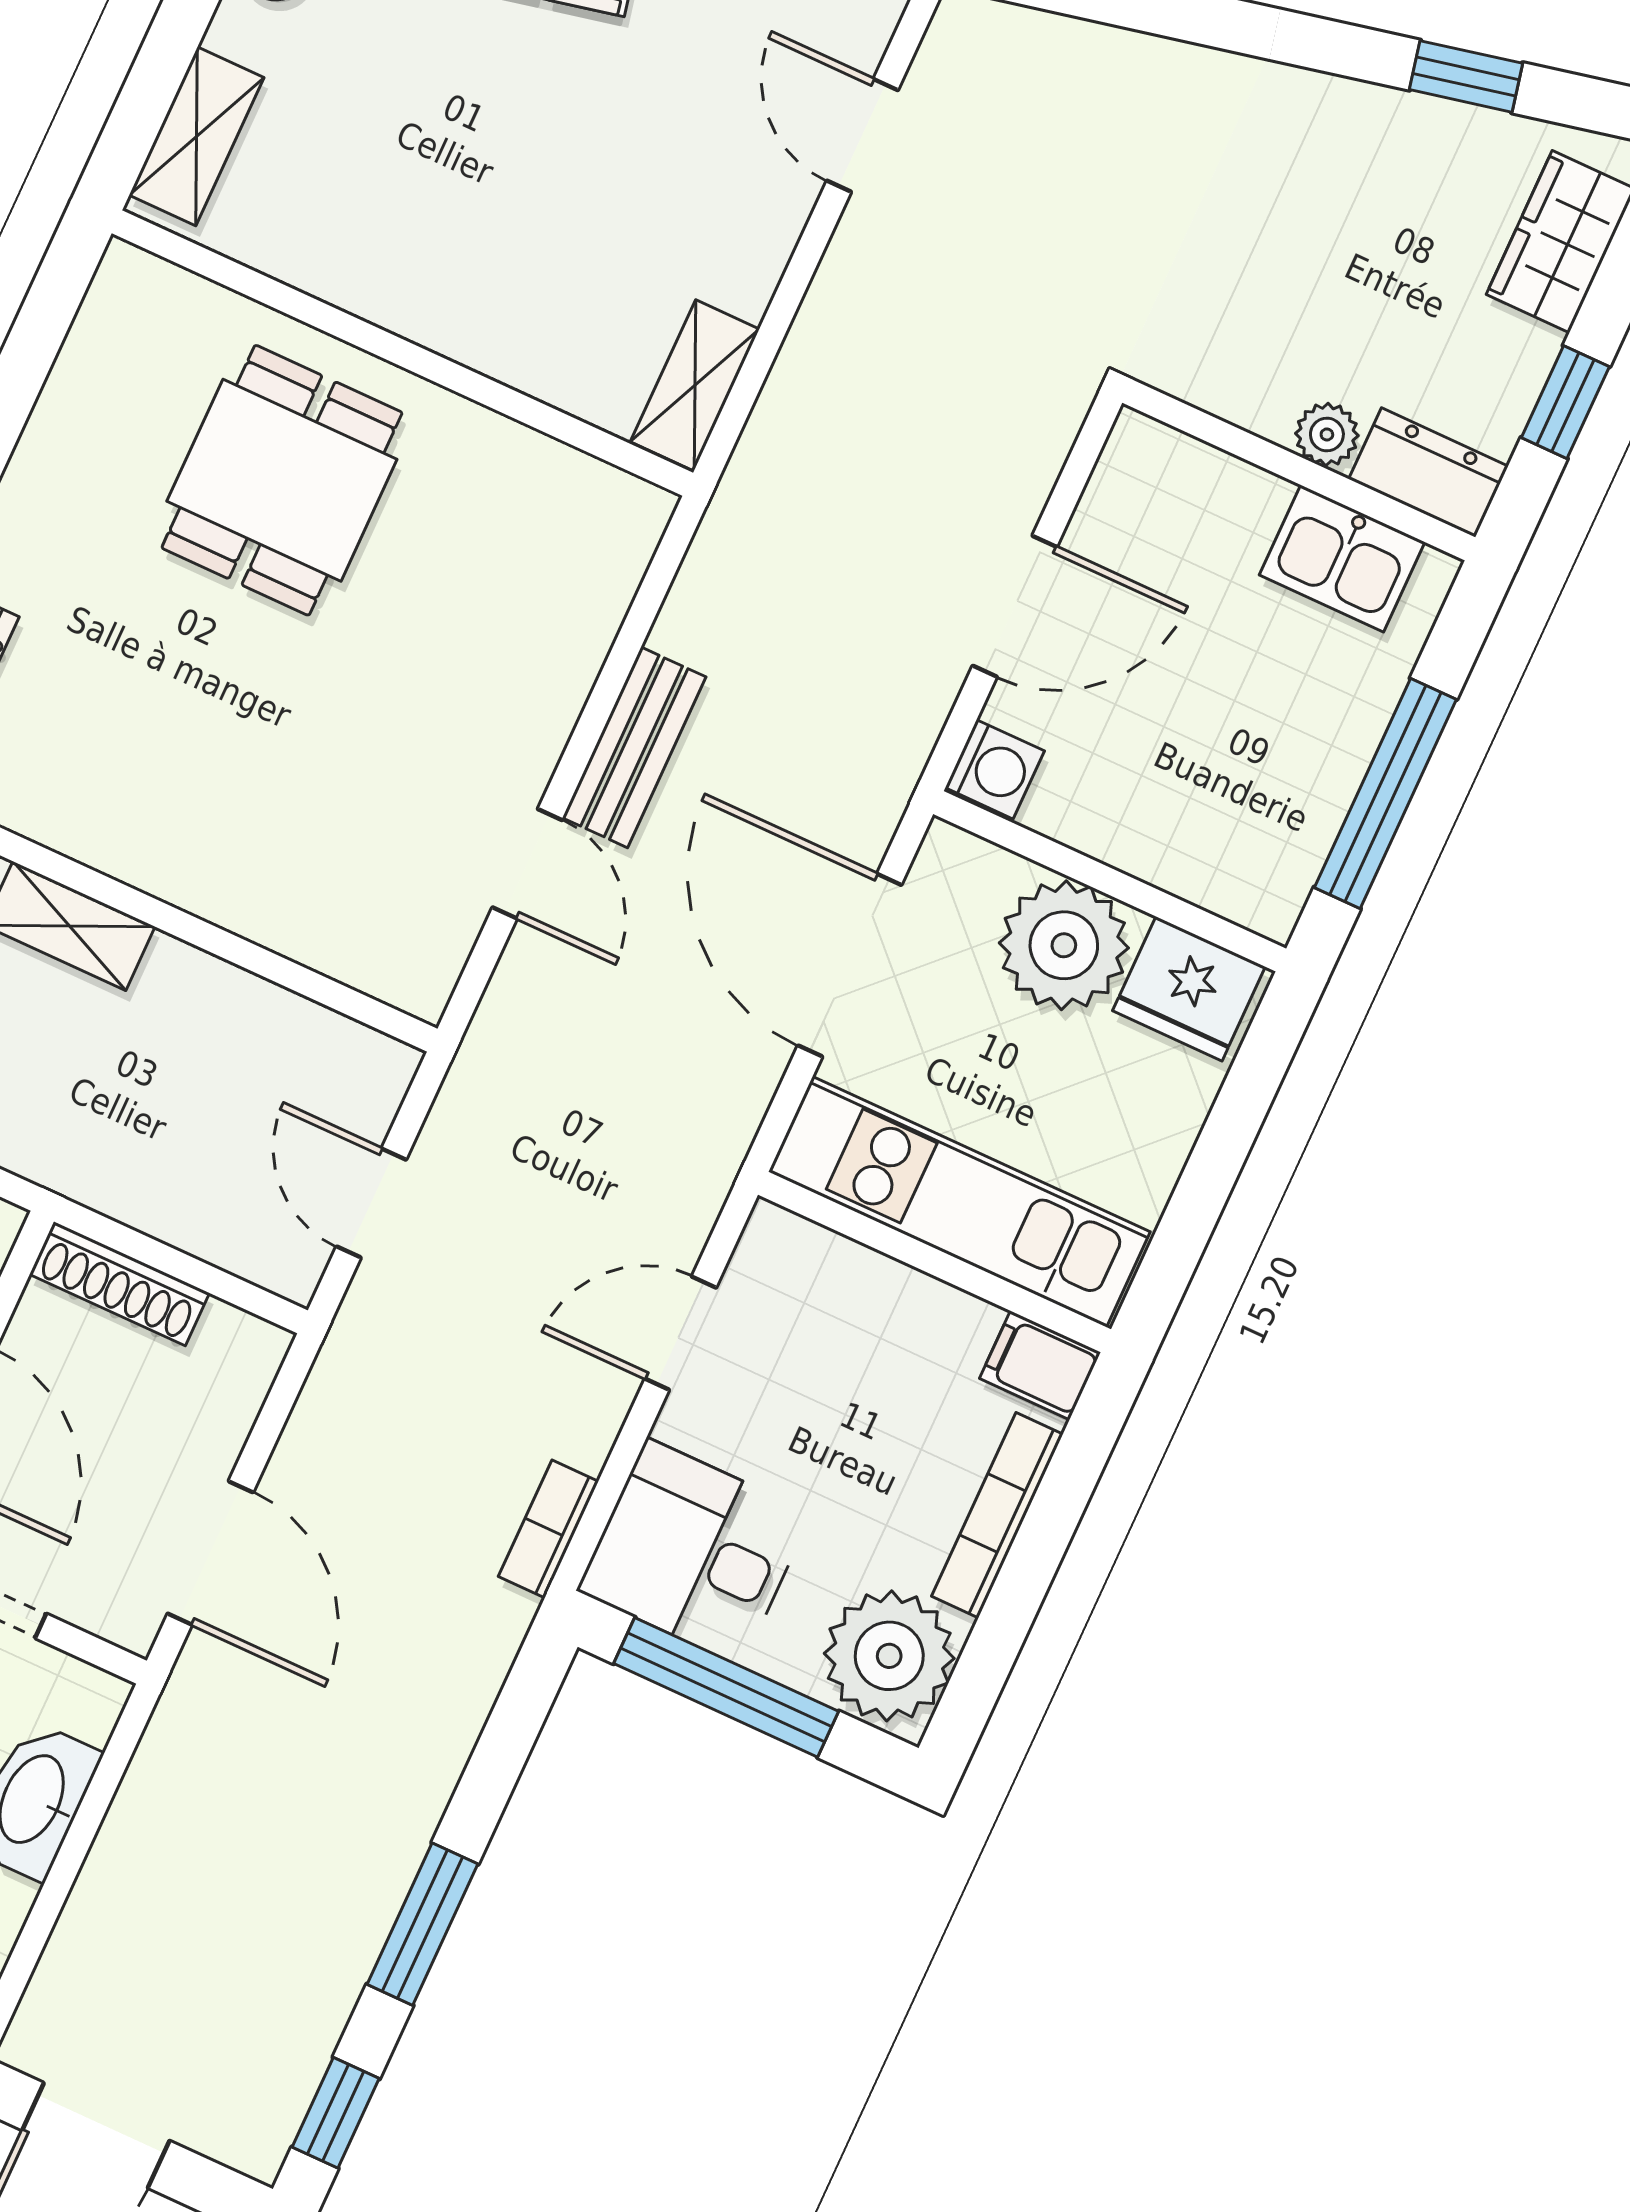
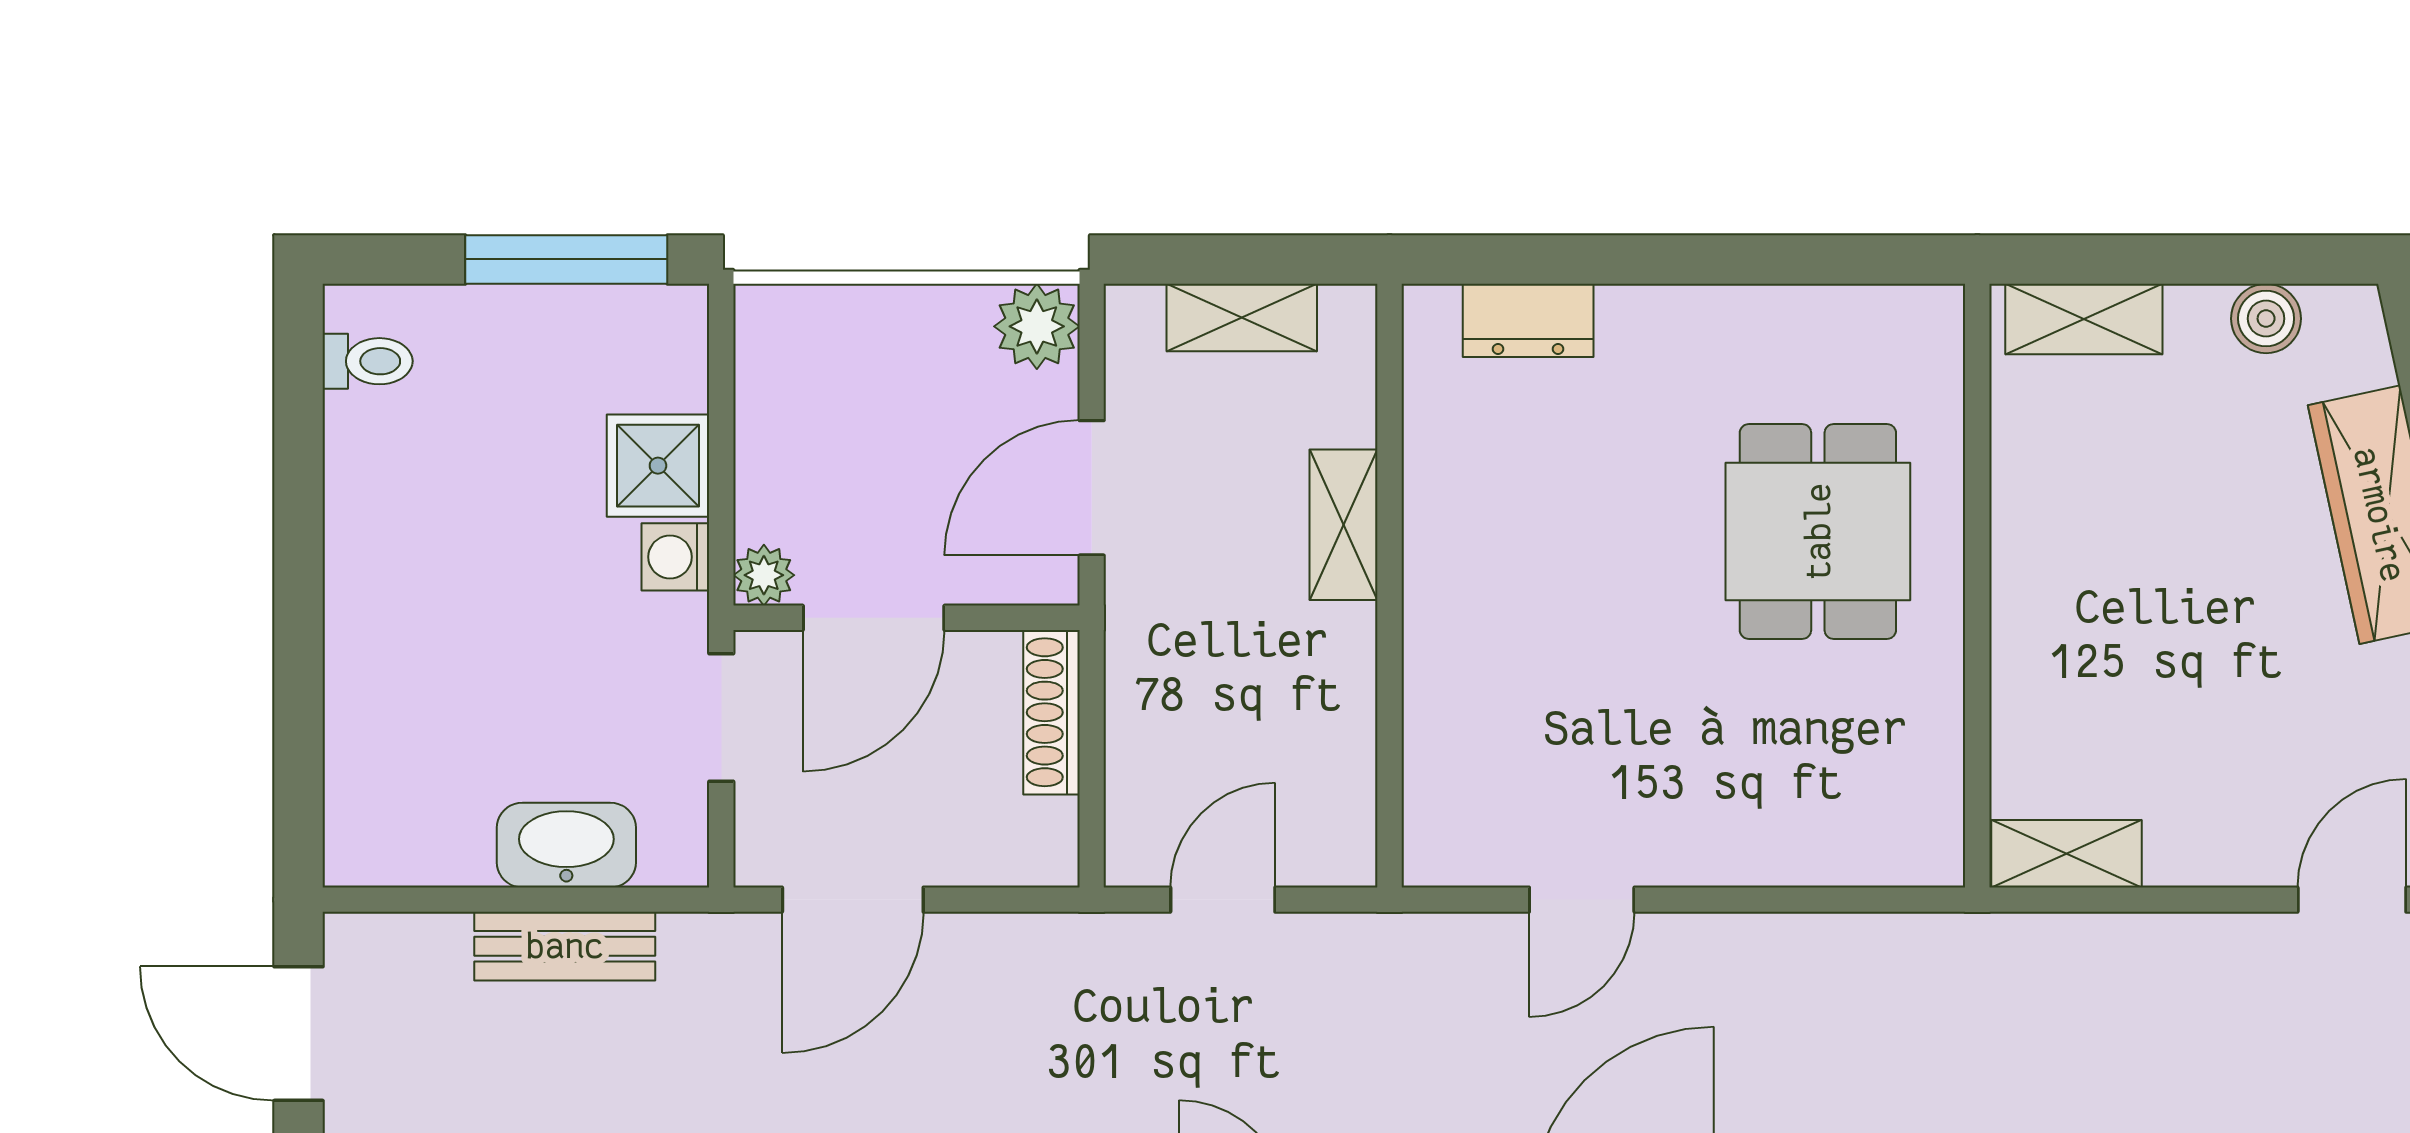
dining table: (282, 480) -> (1818, 531), turned 90
bench: (634, 747) -> (565, 946), moved

